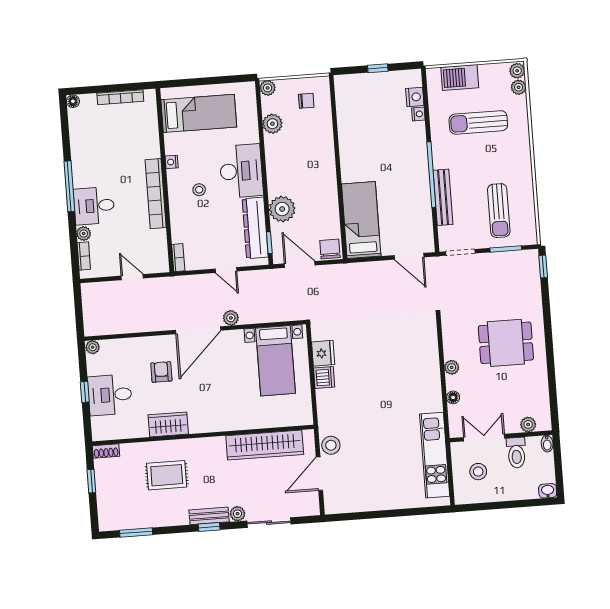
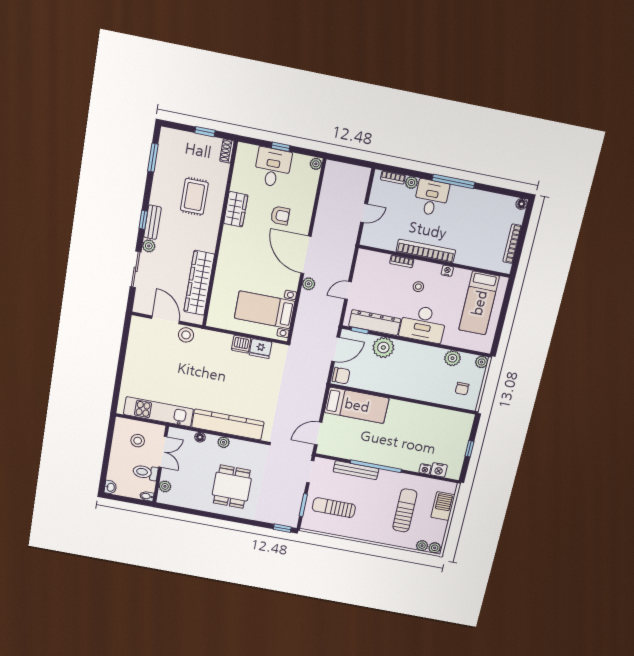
bookcase: (178, 258) -> (402, 261), moved
kitchen counter: (428, 368) -> (228, 425), added

